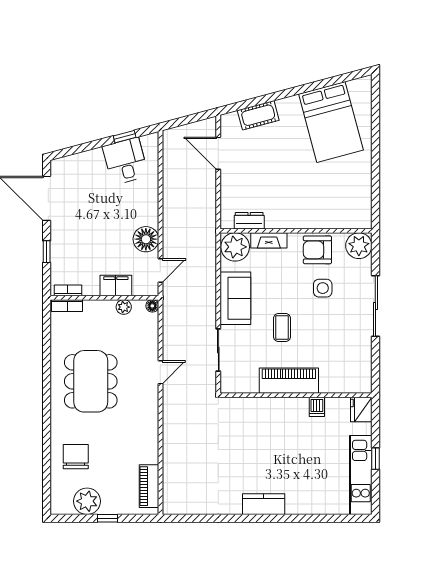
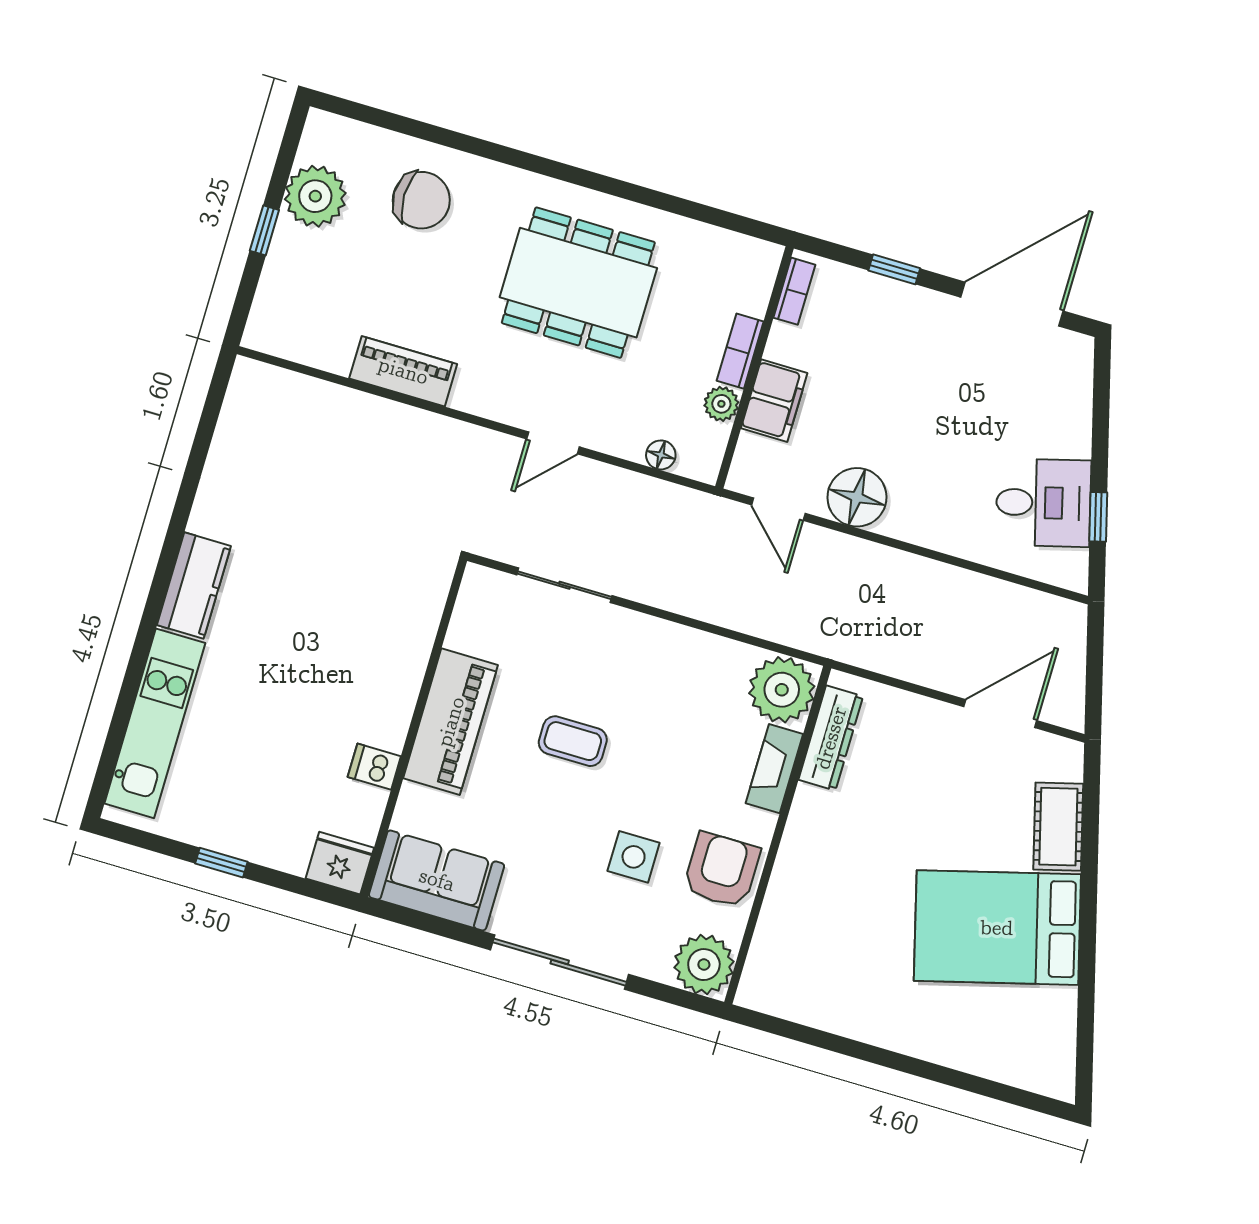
bed: (331, 122) -> (997, 928), moved
dresser: (249, 221) -> (831, 738), width x1.44
sofa: (235, 298) -> (437, 880), moved, turned 180
bookcase: (67, 306) -> (740, 351), moved
floor lamp: (152, 306) -> (661, 455), moved
door: (160, 372) -> (553, 443), hinge flipped
kitchen unit: (361, 475) -> (155, 723), moved, turned 90
piano: (149, 486) -> (403, 371), moved

